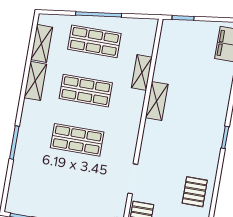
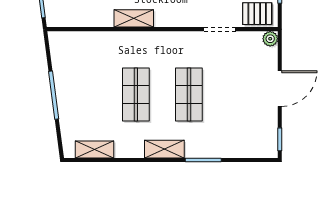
shop shelf: (94, 41) -> (83, 95), removed
shelving: (142, 72) -> (107, 39), removed
shelving: (35, 81) -> (164, 149), moved

